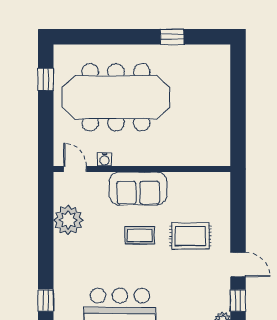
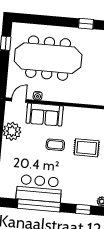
door: (75, 169) -> (19, 100), hinge flipped
sofa: (138, 188) -> (45, 115), moved

